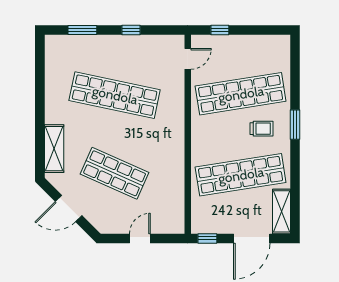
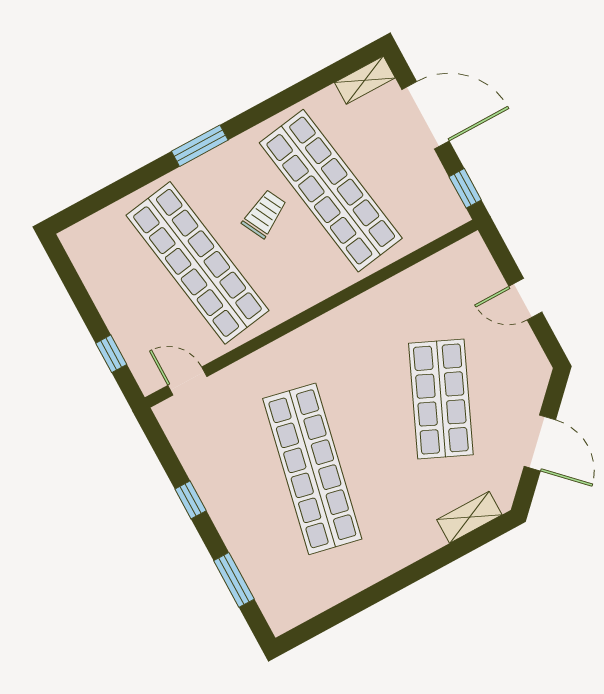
trolley: (262, 129) -> (264, 214), moved, turned 63
shelving: (54, 149) -> (469, 517), width x0.67, depth x0.75
shelving: (281, 211) -> (365, 80), width x0.67, depth x0.75

